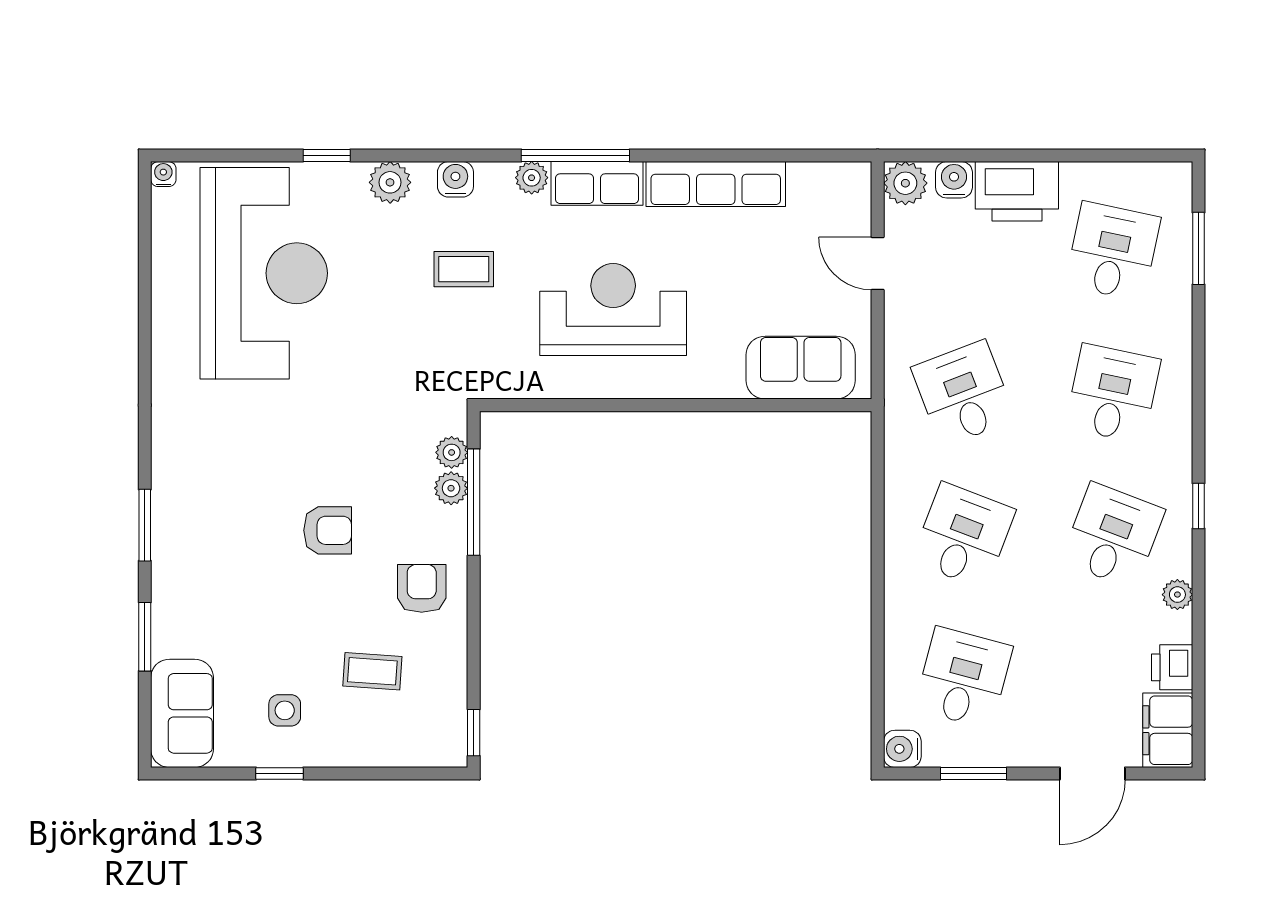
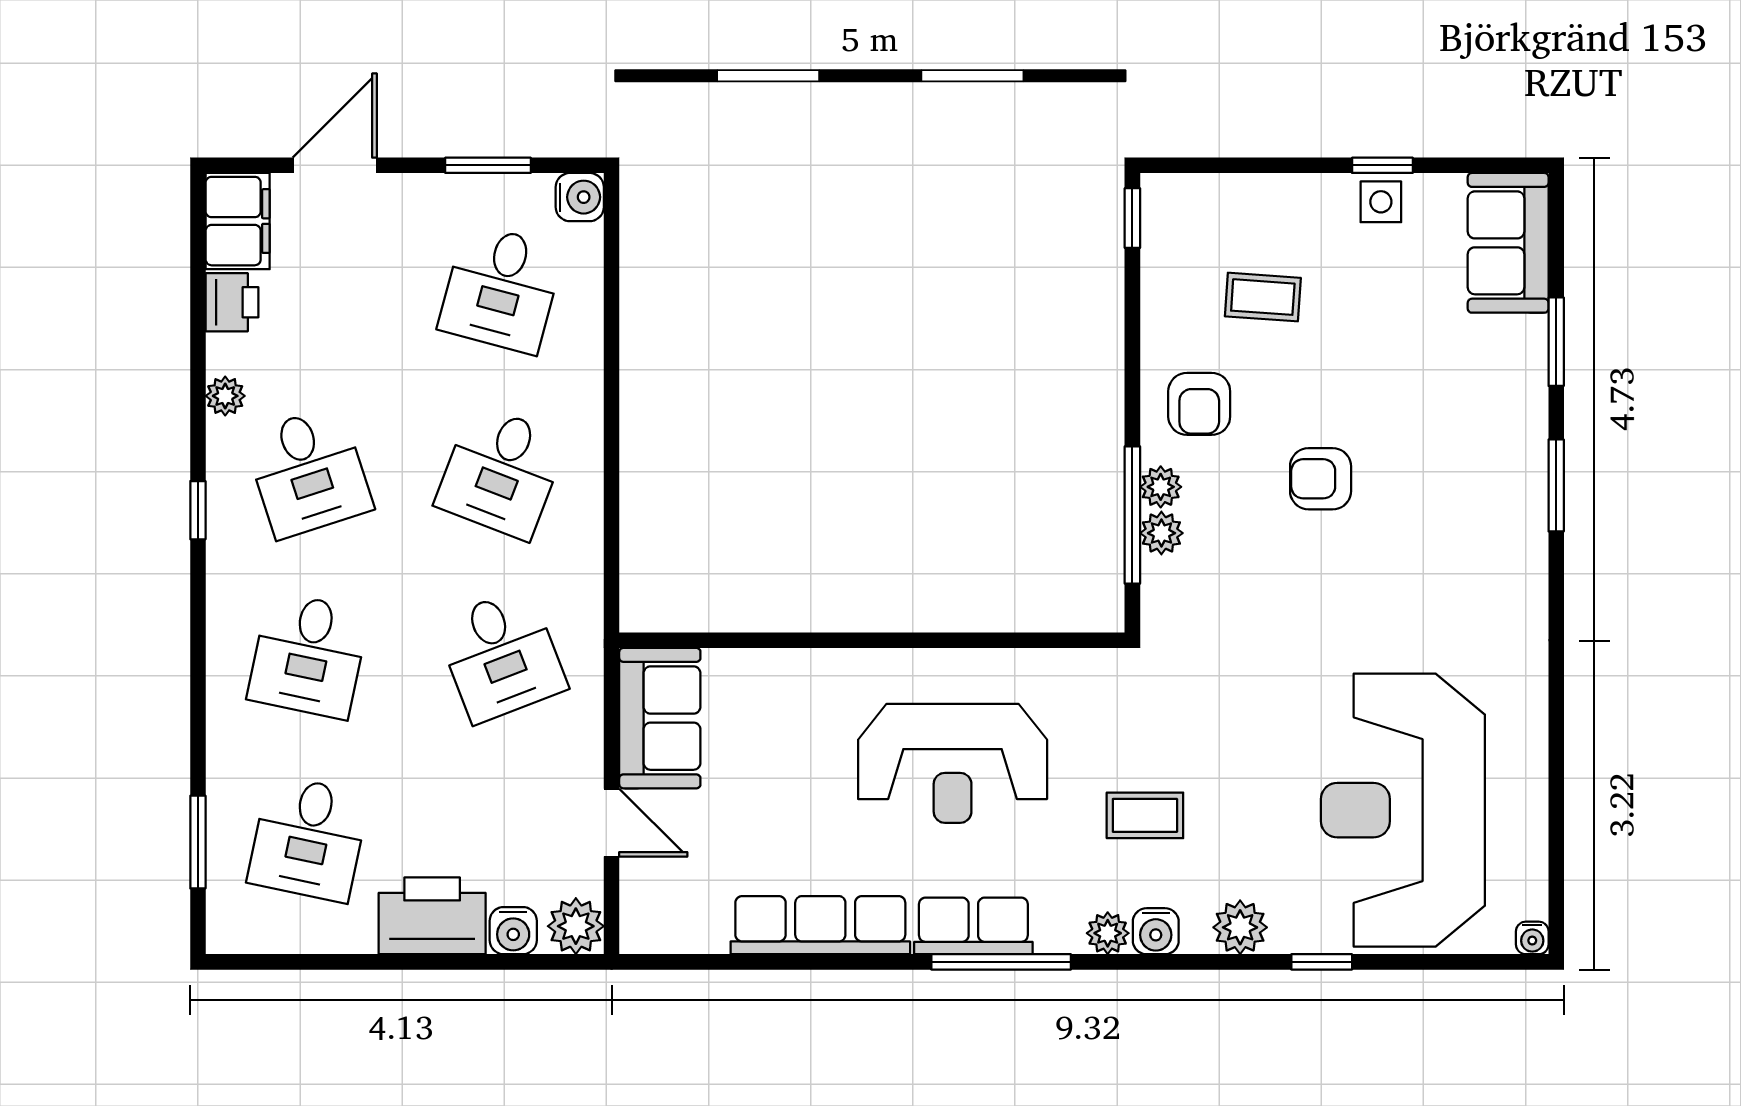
plant: (532, 178) -> (1108, 933), moved
sofa: (801, 368) -> (660, 718), moved, turned -90
plant: (452, 452) -> (1161, 487), moved
desk: (1113, 536) -> (308, 472), turned -39
side table: (285, 710) -> (1381, 202), moved

